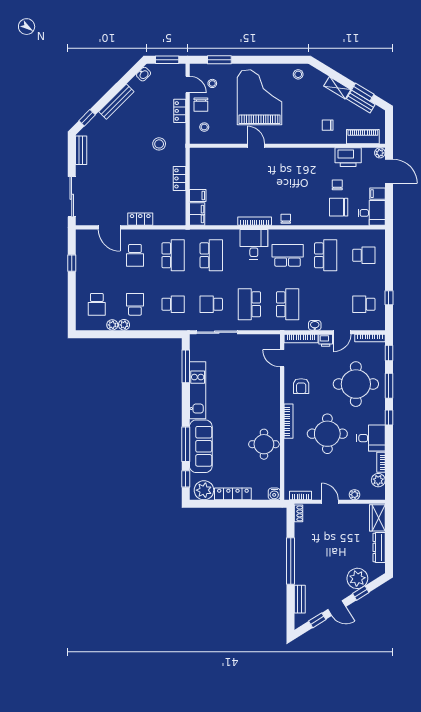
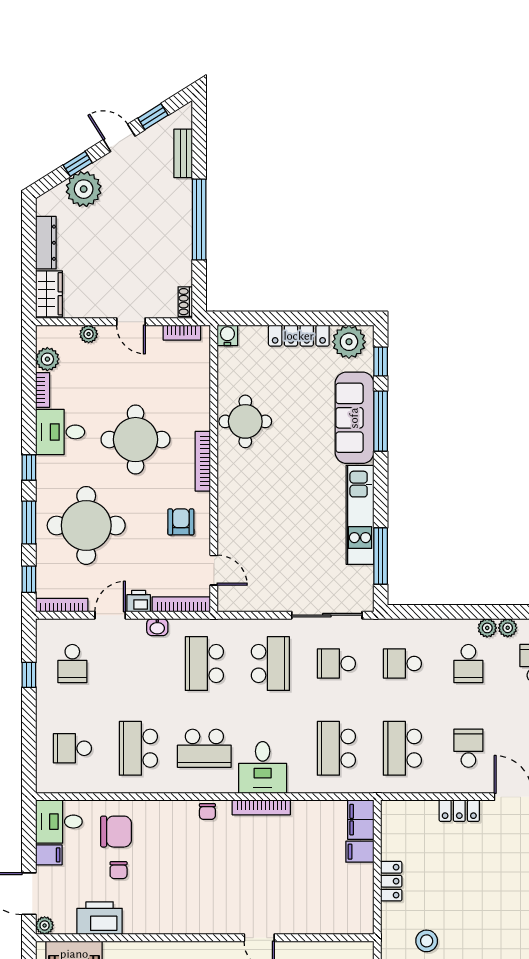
school desk: (211, 304) -> (336, 664), turned 180
school desk: (364, 304) -> (72, 664), turned 90

